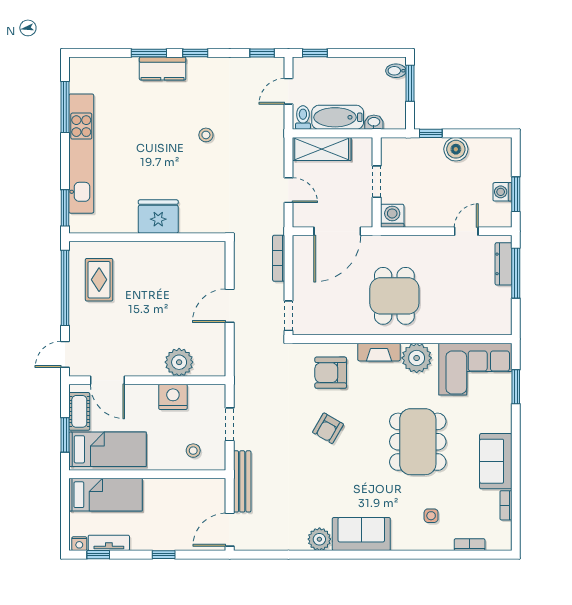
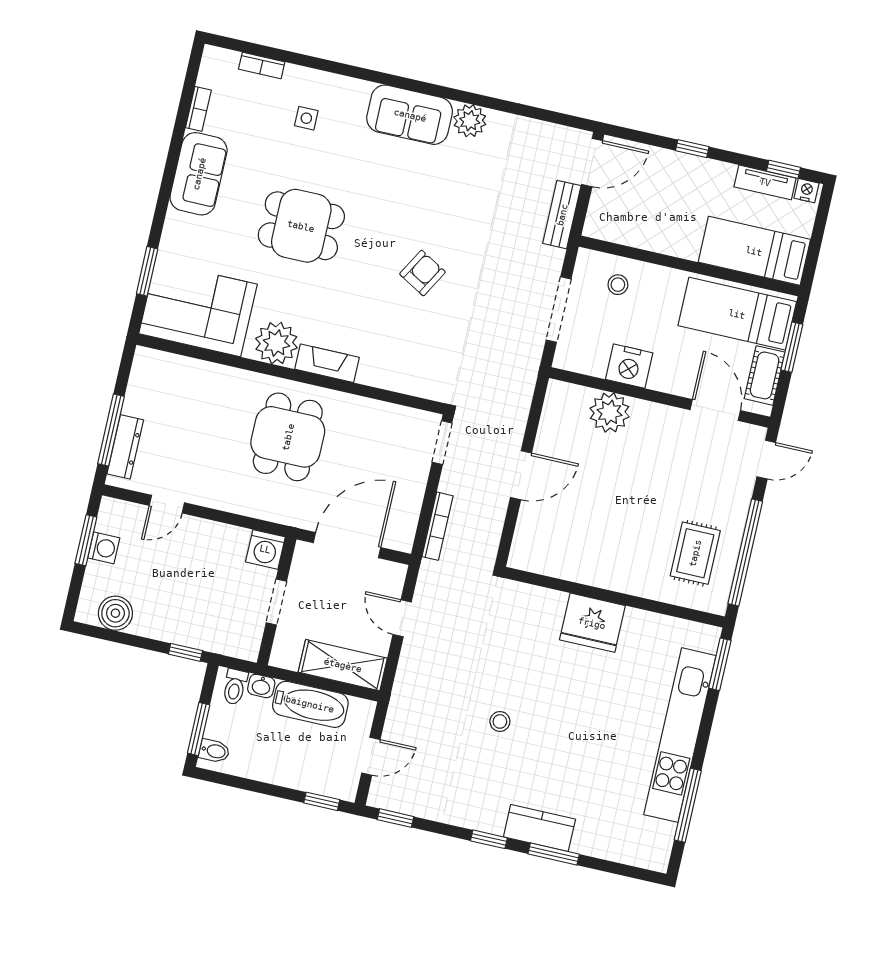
toilet: (303, 118) -> (235, 687), moved
boiler: (456, 149) -> (115, 613), moved
armchair: (331, 373) -> (401, 350), removed
doorway: (230, 424) -> (559, 310), width x1.38
dining table: (418, 442) -> (301, 226), width x0.73
bench: (242, 481) -> (562, 215), width x0.73

